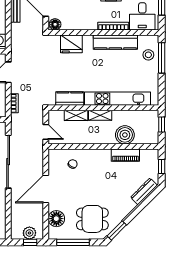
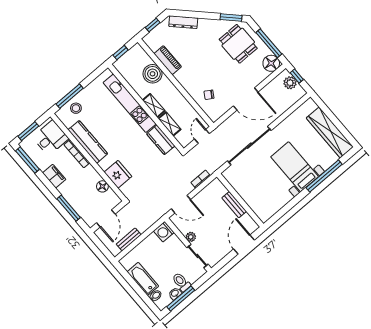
floor lamp: (55, 24) -> (102, 186), moved
floor lamp: (56, 219) -> (271, 63), moved

